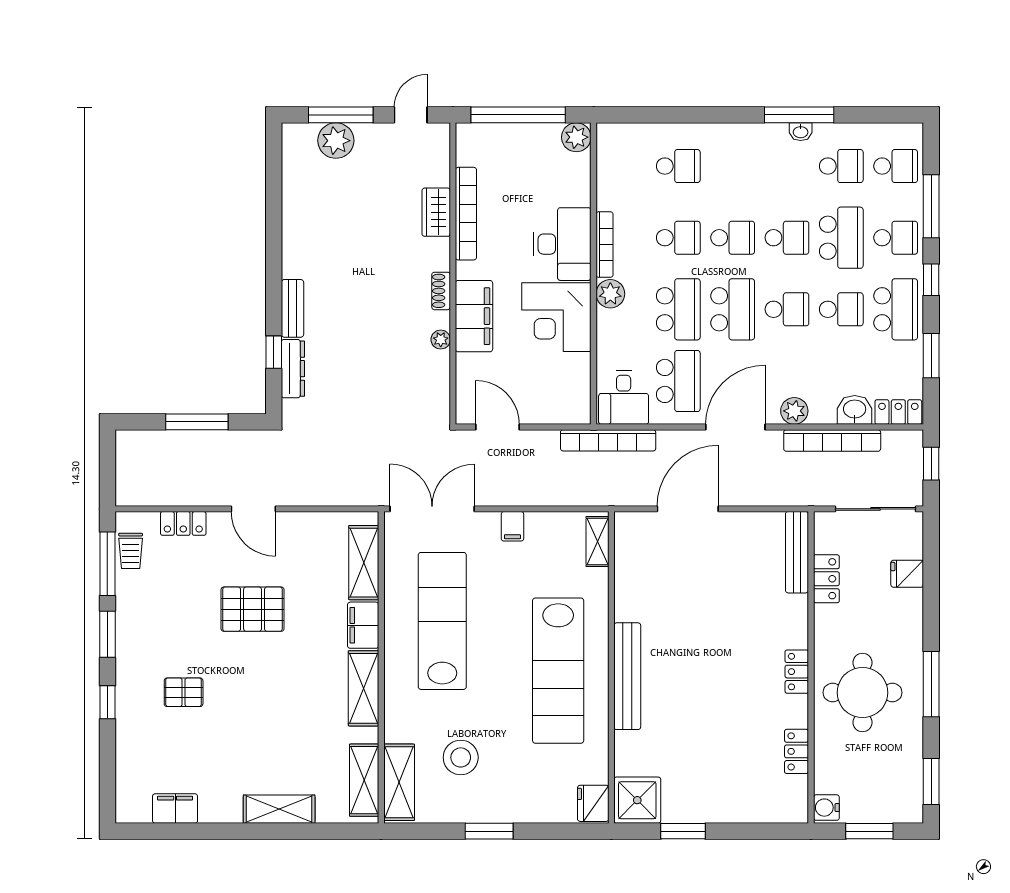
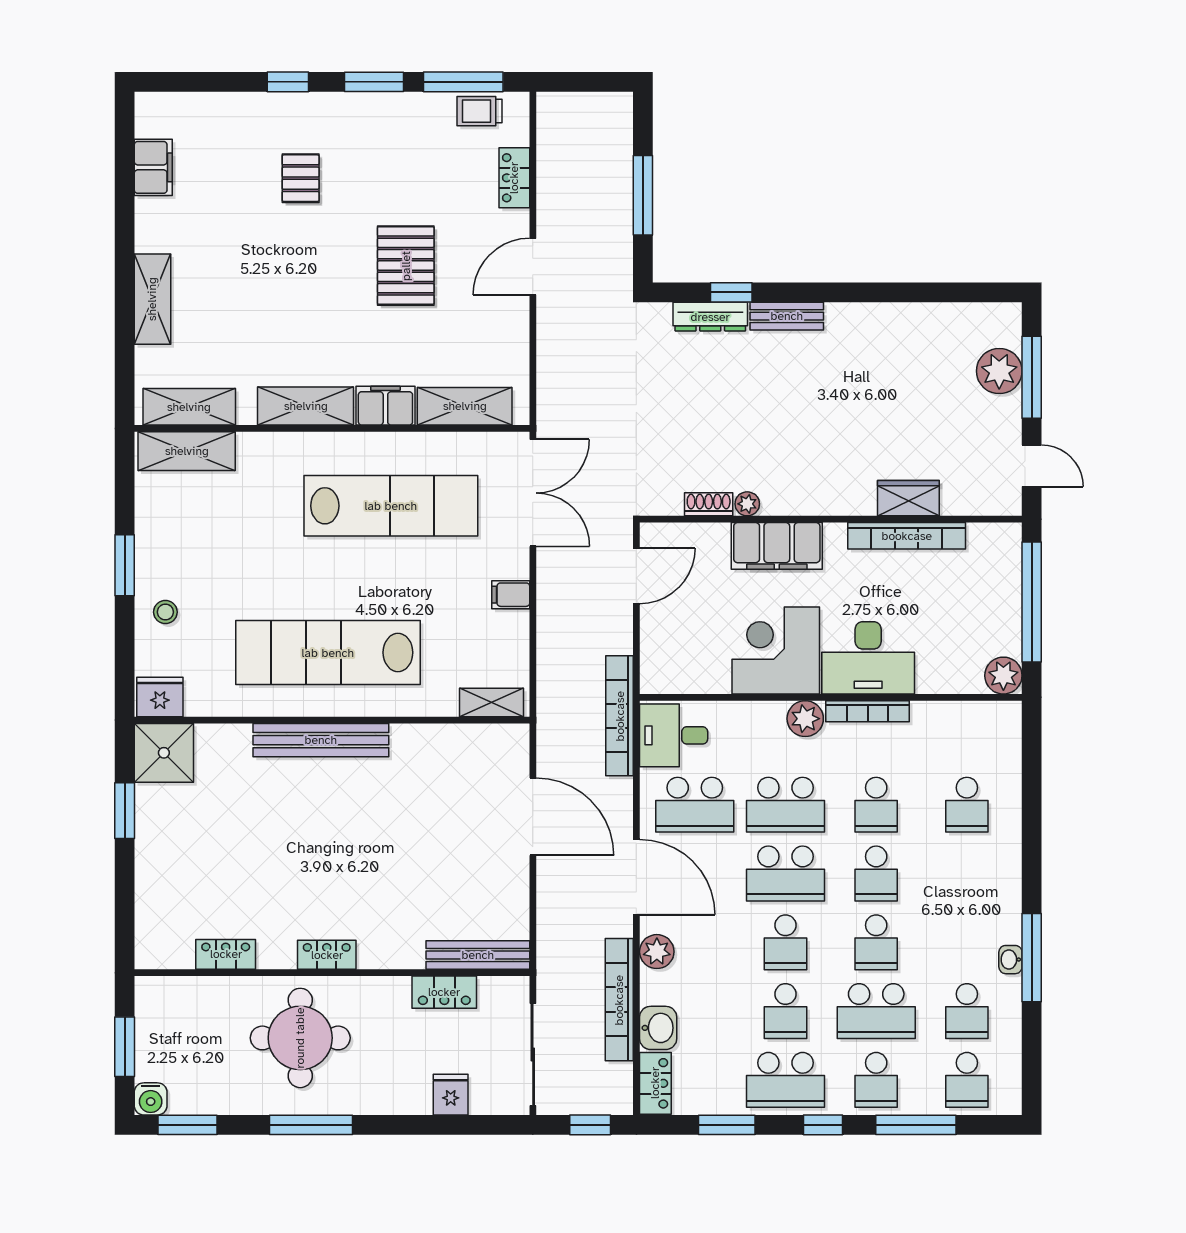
shoe rack: (441, 291) -> (709, 504), moved
stool: (461, 757) -> (165, 612), moved, width x0.53, depth x0.53
water cooler: (826, 808) -> (151, 1099), moved, turned 180

